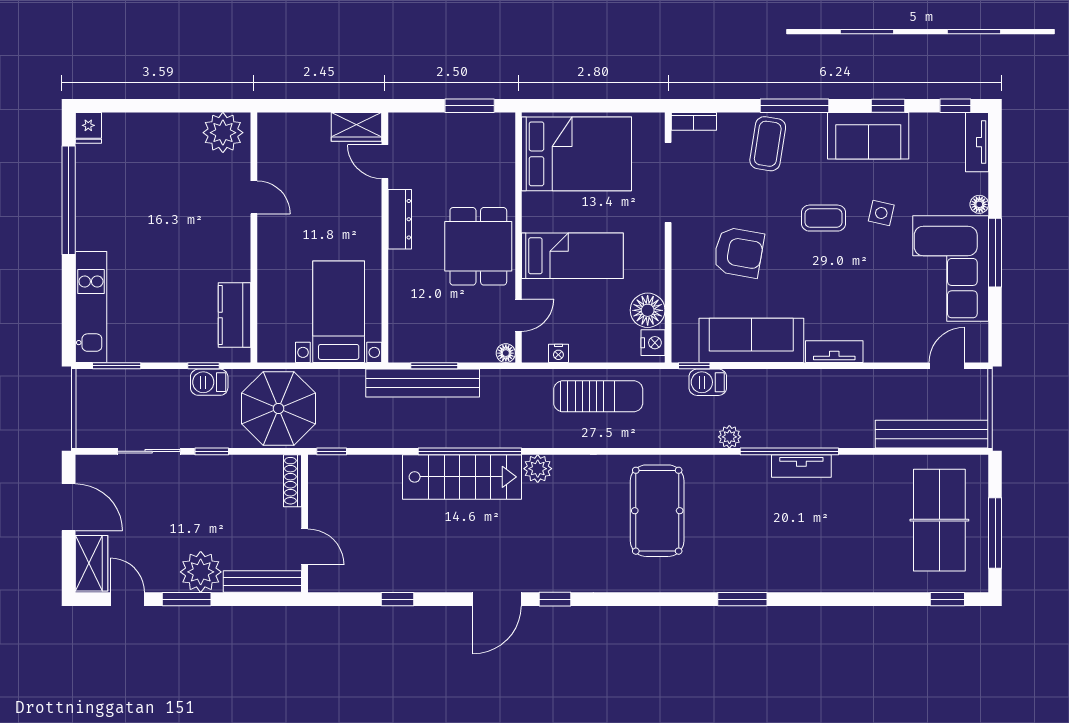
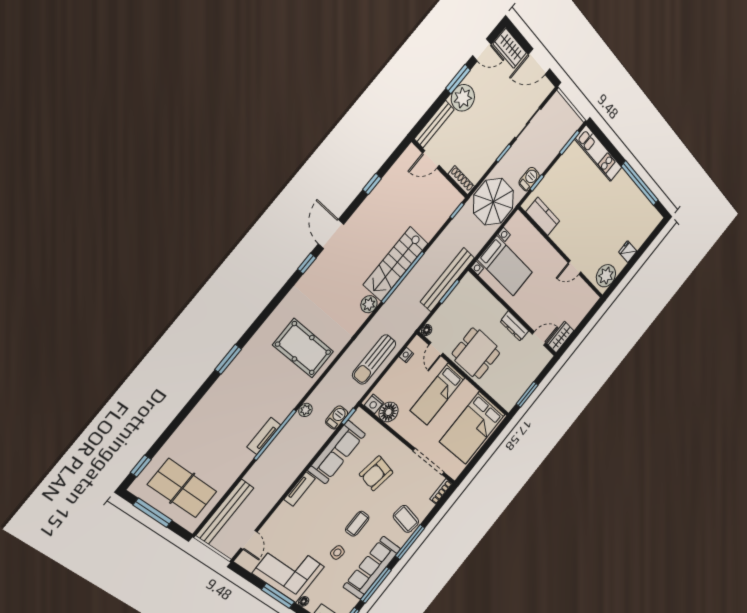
window: (888, 106) -> (376, 585), width x2.17
fridge: (88, 128) -> (628, 252), moved
sofa: (868, 136) -> (372, 568), width x1.36

